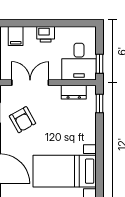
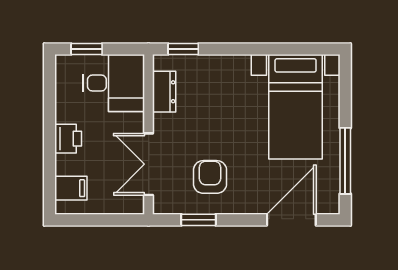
window: (99, 64) -> (87, 49), moved
armchair: (22, 120) -> (210, 177), turned -61

